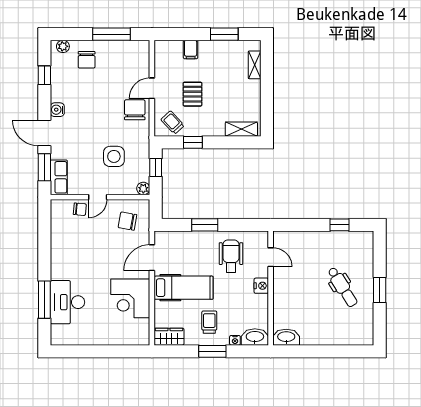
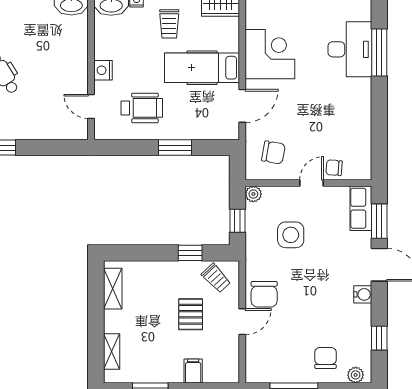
shelving: (241, 129) -> (113, 289), moved, turned 90
wheelchair: (231, 256) -> (142, 108), turned -90

